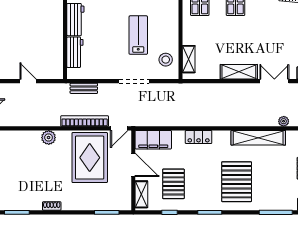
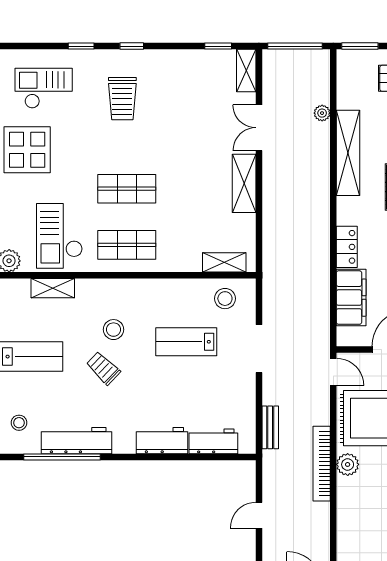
bookcase: (85, 121) -> (322, 464), moved
plant: (49, 138) -> (348, 464), moved
filing cabinet: (153, 140) -> (351, 298), moved

